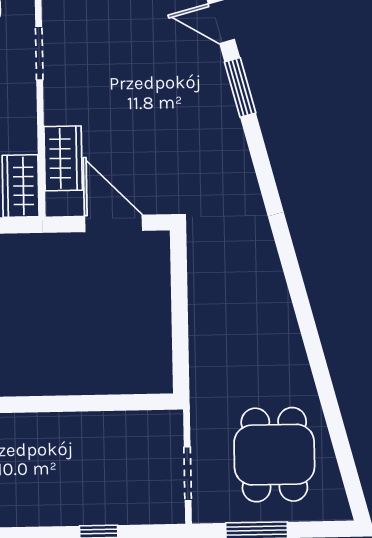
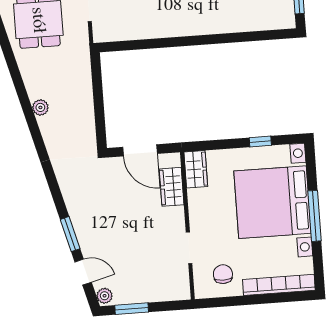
plant: (279, 305) -> (40, 107), added

